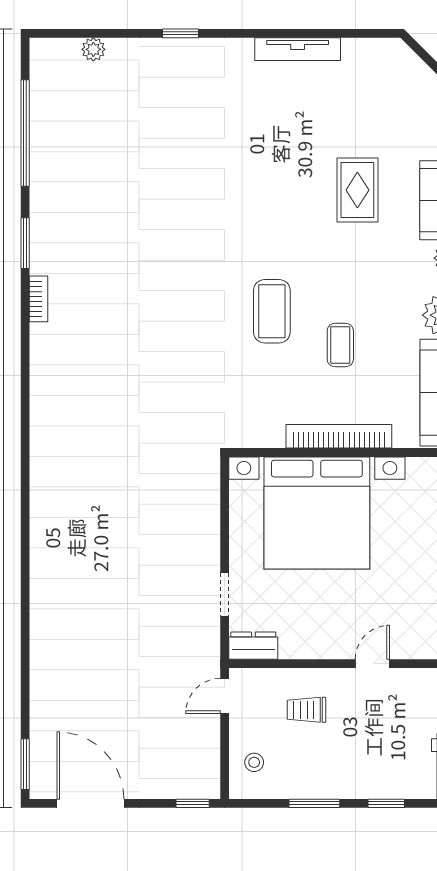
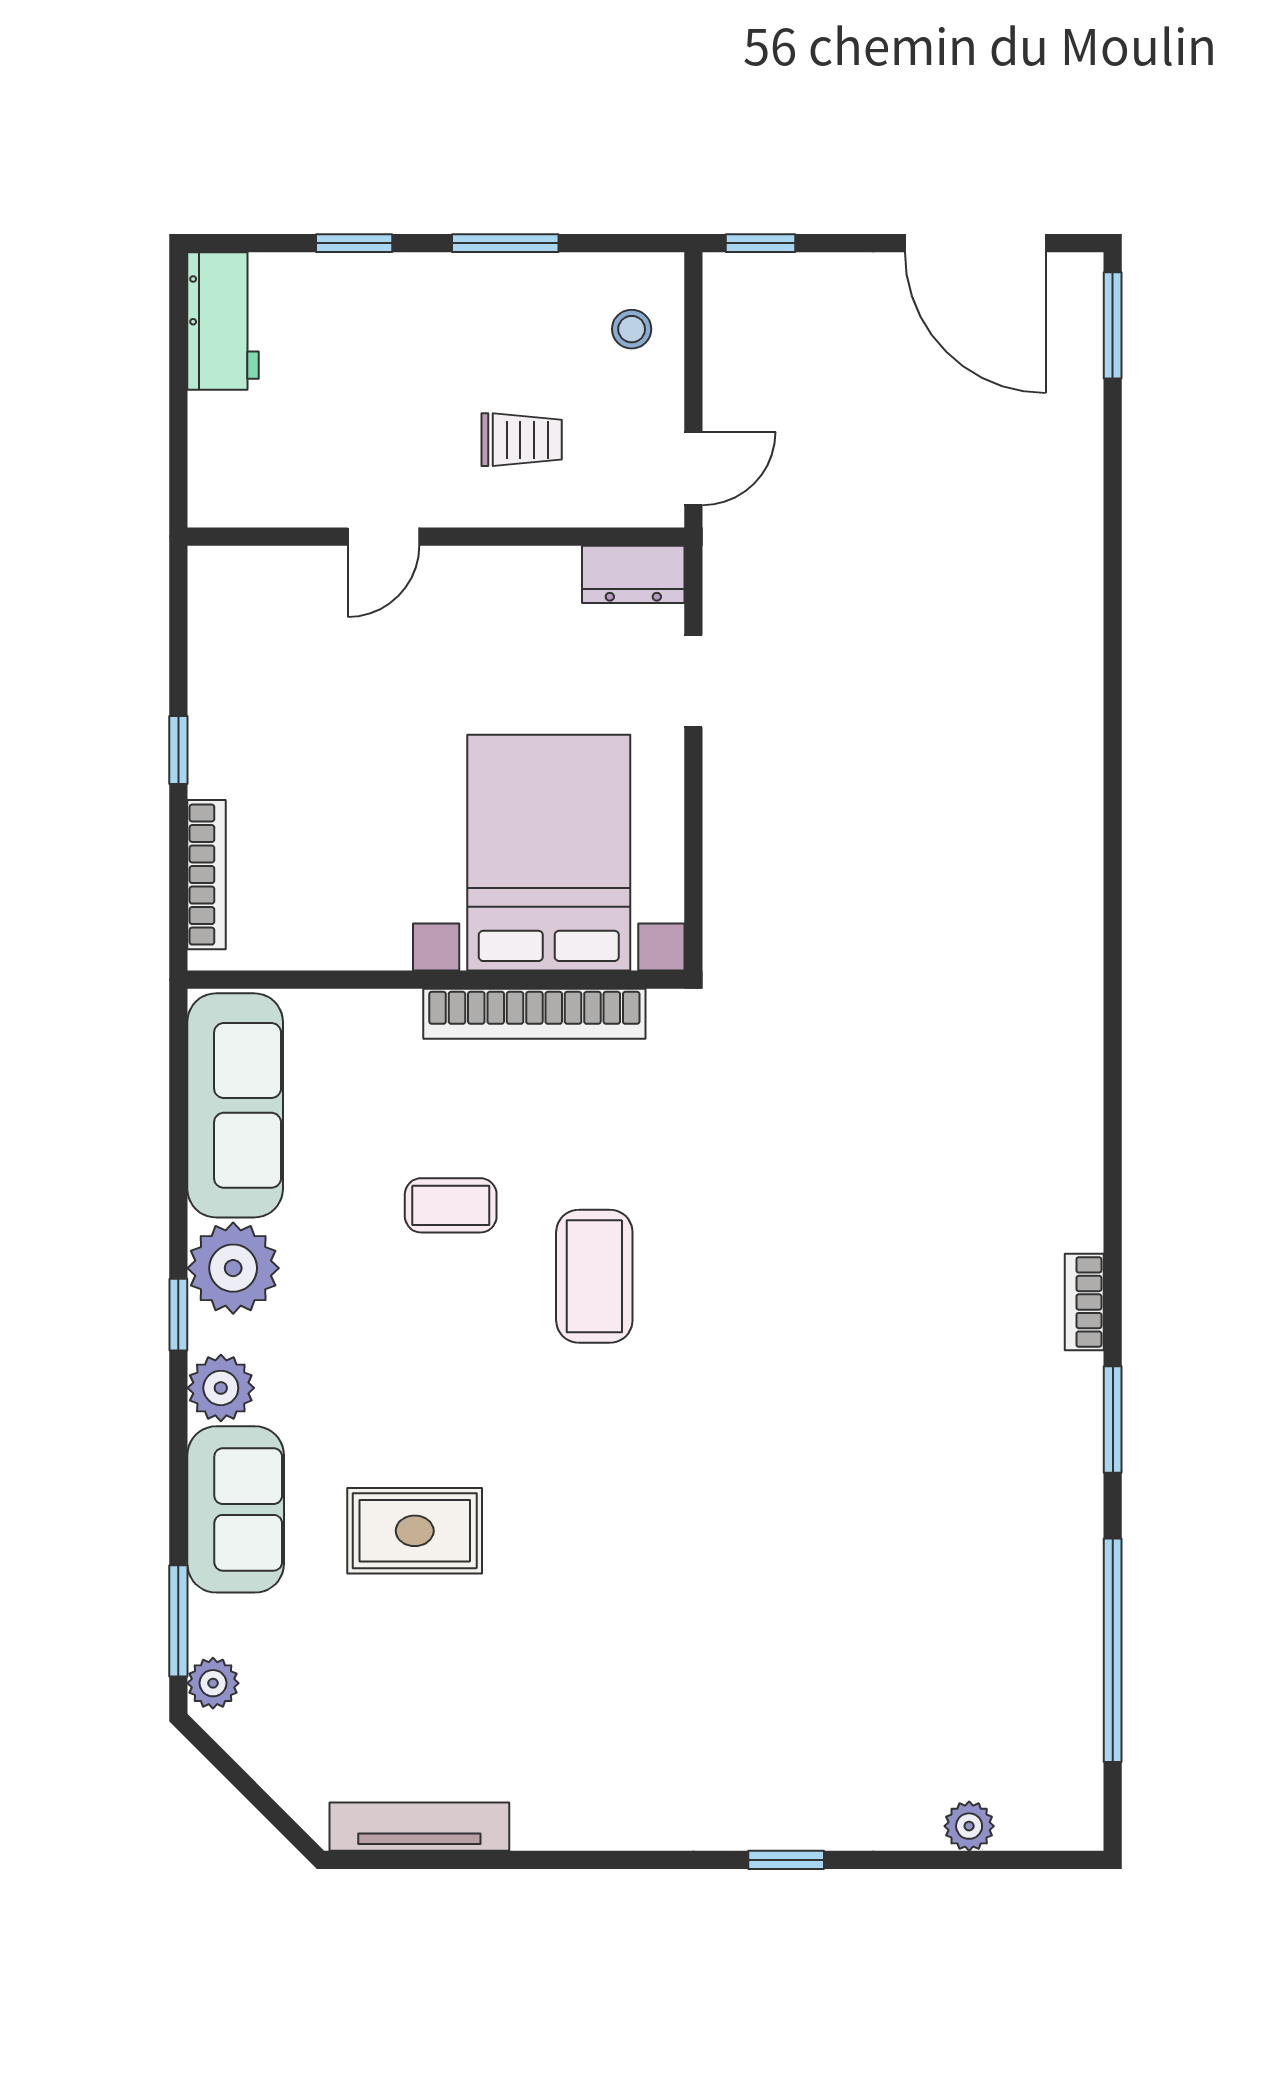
tv unit: (298, 49) -> (419, 1827), moved
rug: (357, 190) -> (415, 1531), turned 90
coffee table: (340, 345) -> (451, 1205), turned 90
bookcase: (339, 436) -> (534, 1014), moved
bed with nightstands: (317, 513) -> (549, 853), width x0.73

